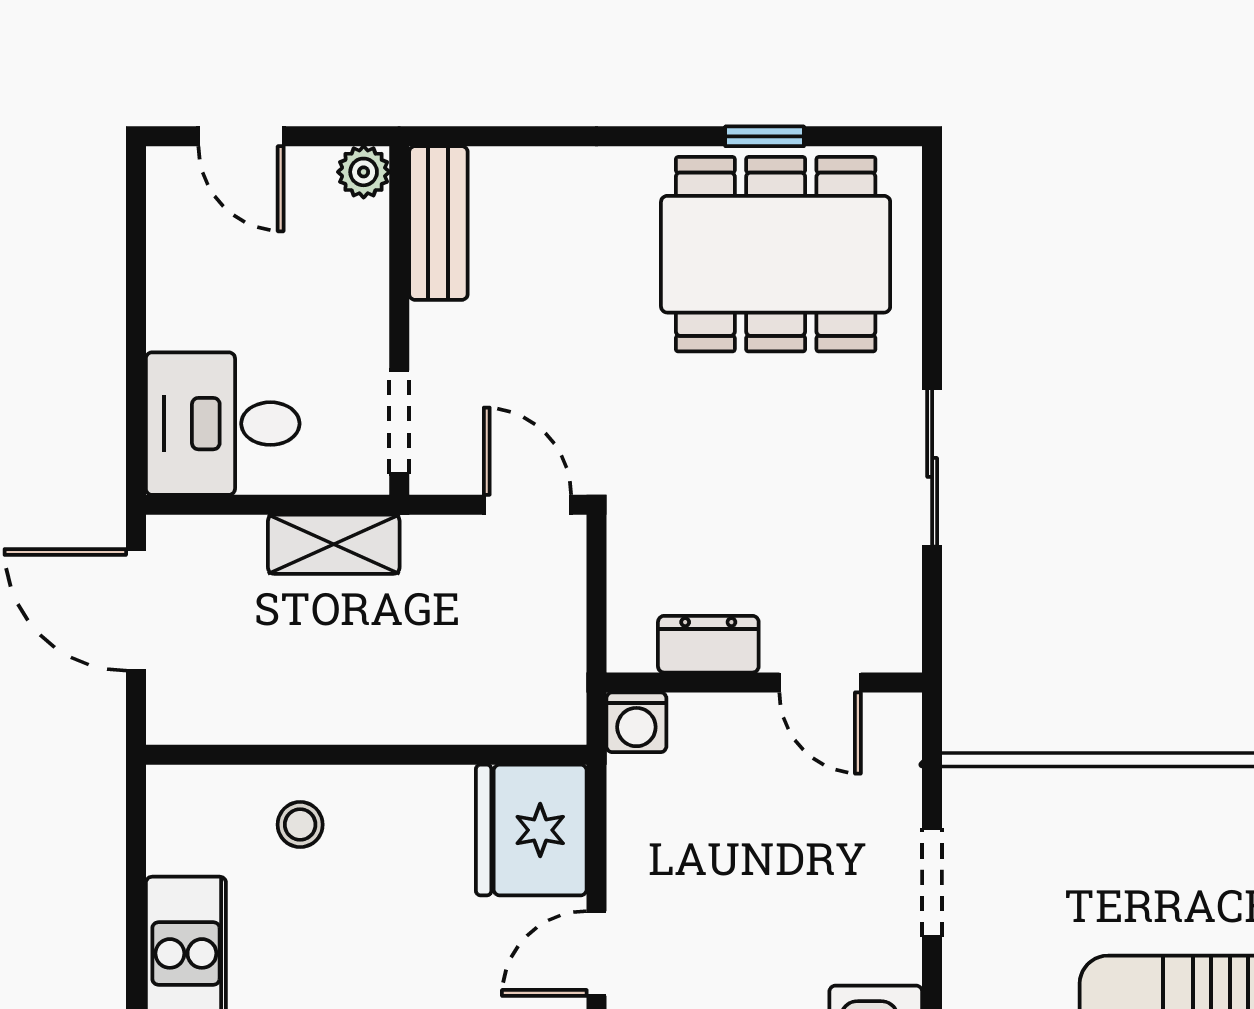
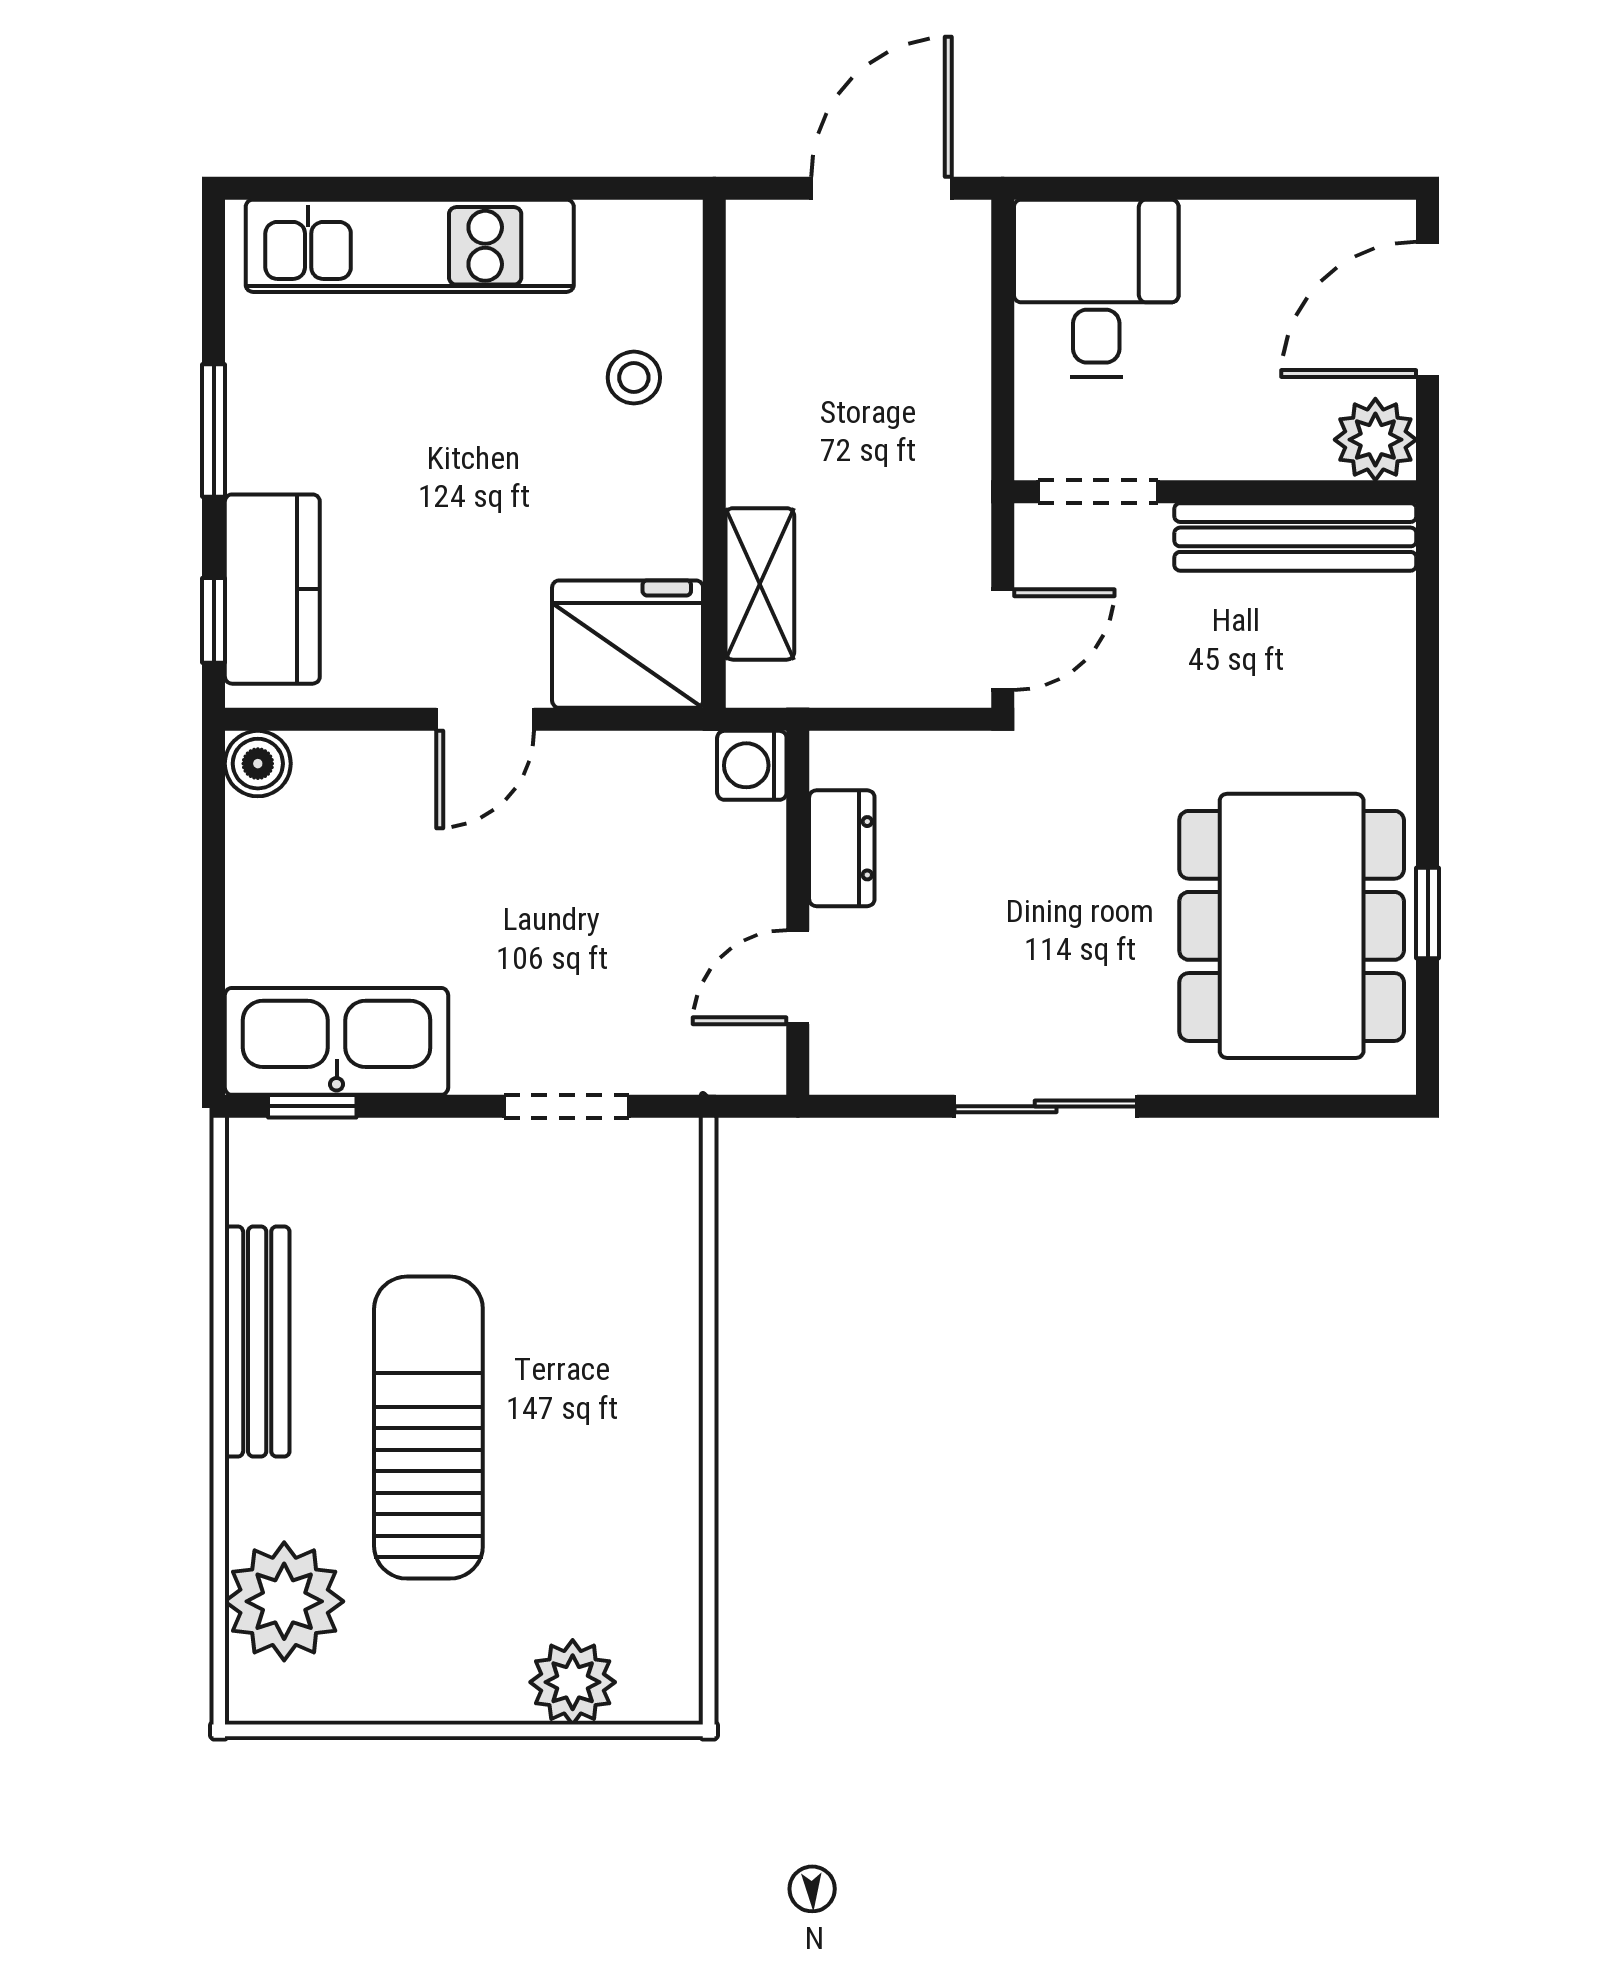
door: (241, 136) -> (1428, 309), width x1.38
plant: (364, 172) -> (1375, 440), width x1.38, depth x1.38
bench: (438, 223) -> (1295, 537), width x1.36
shelving: (334, 544) -> (760, 584), moved
door: (597, 954) -> (485, 719), swing flipped

